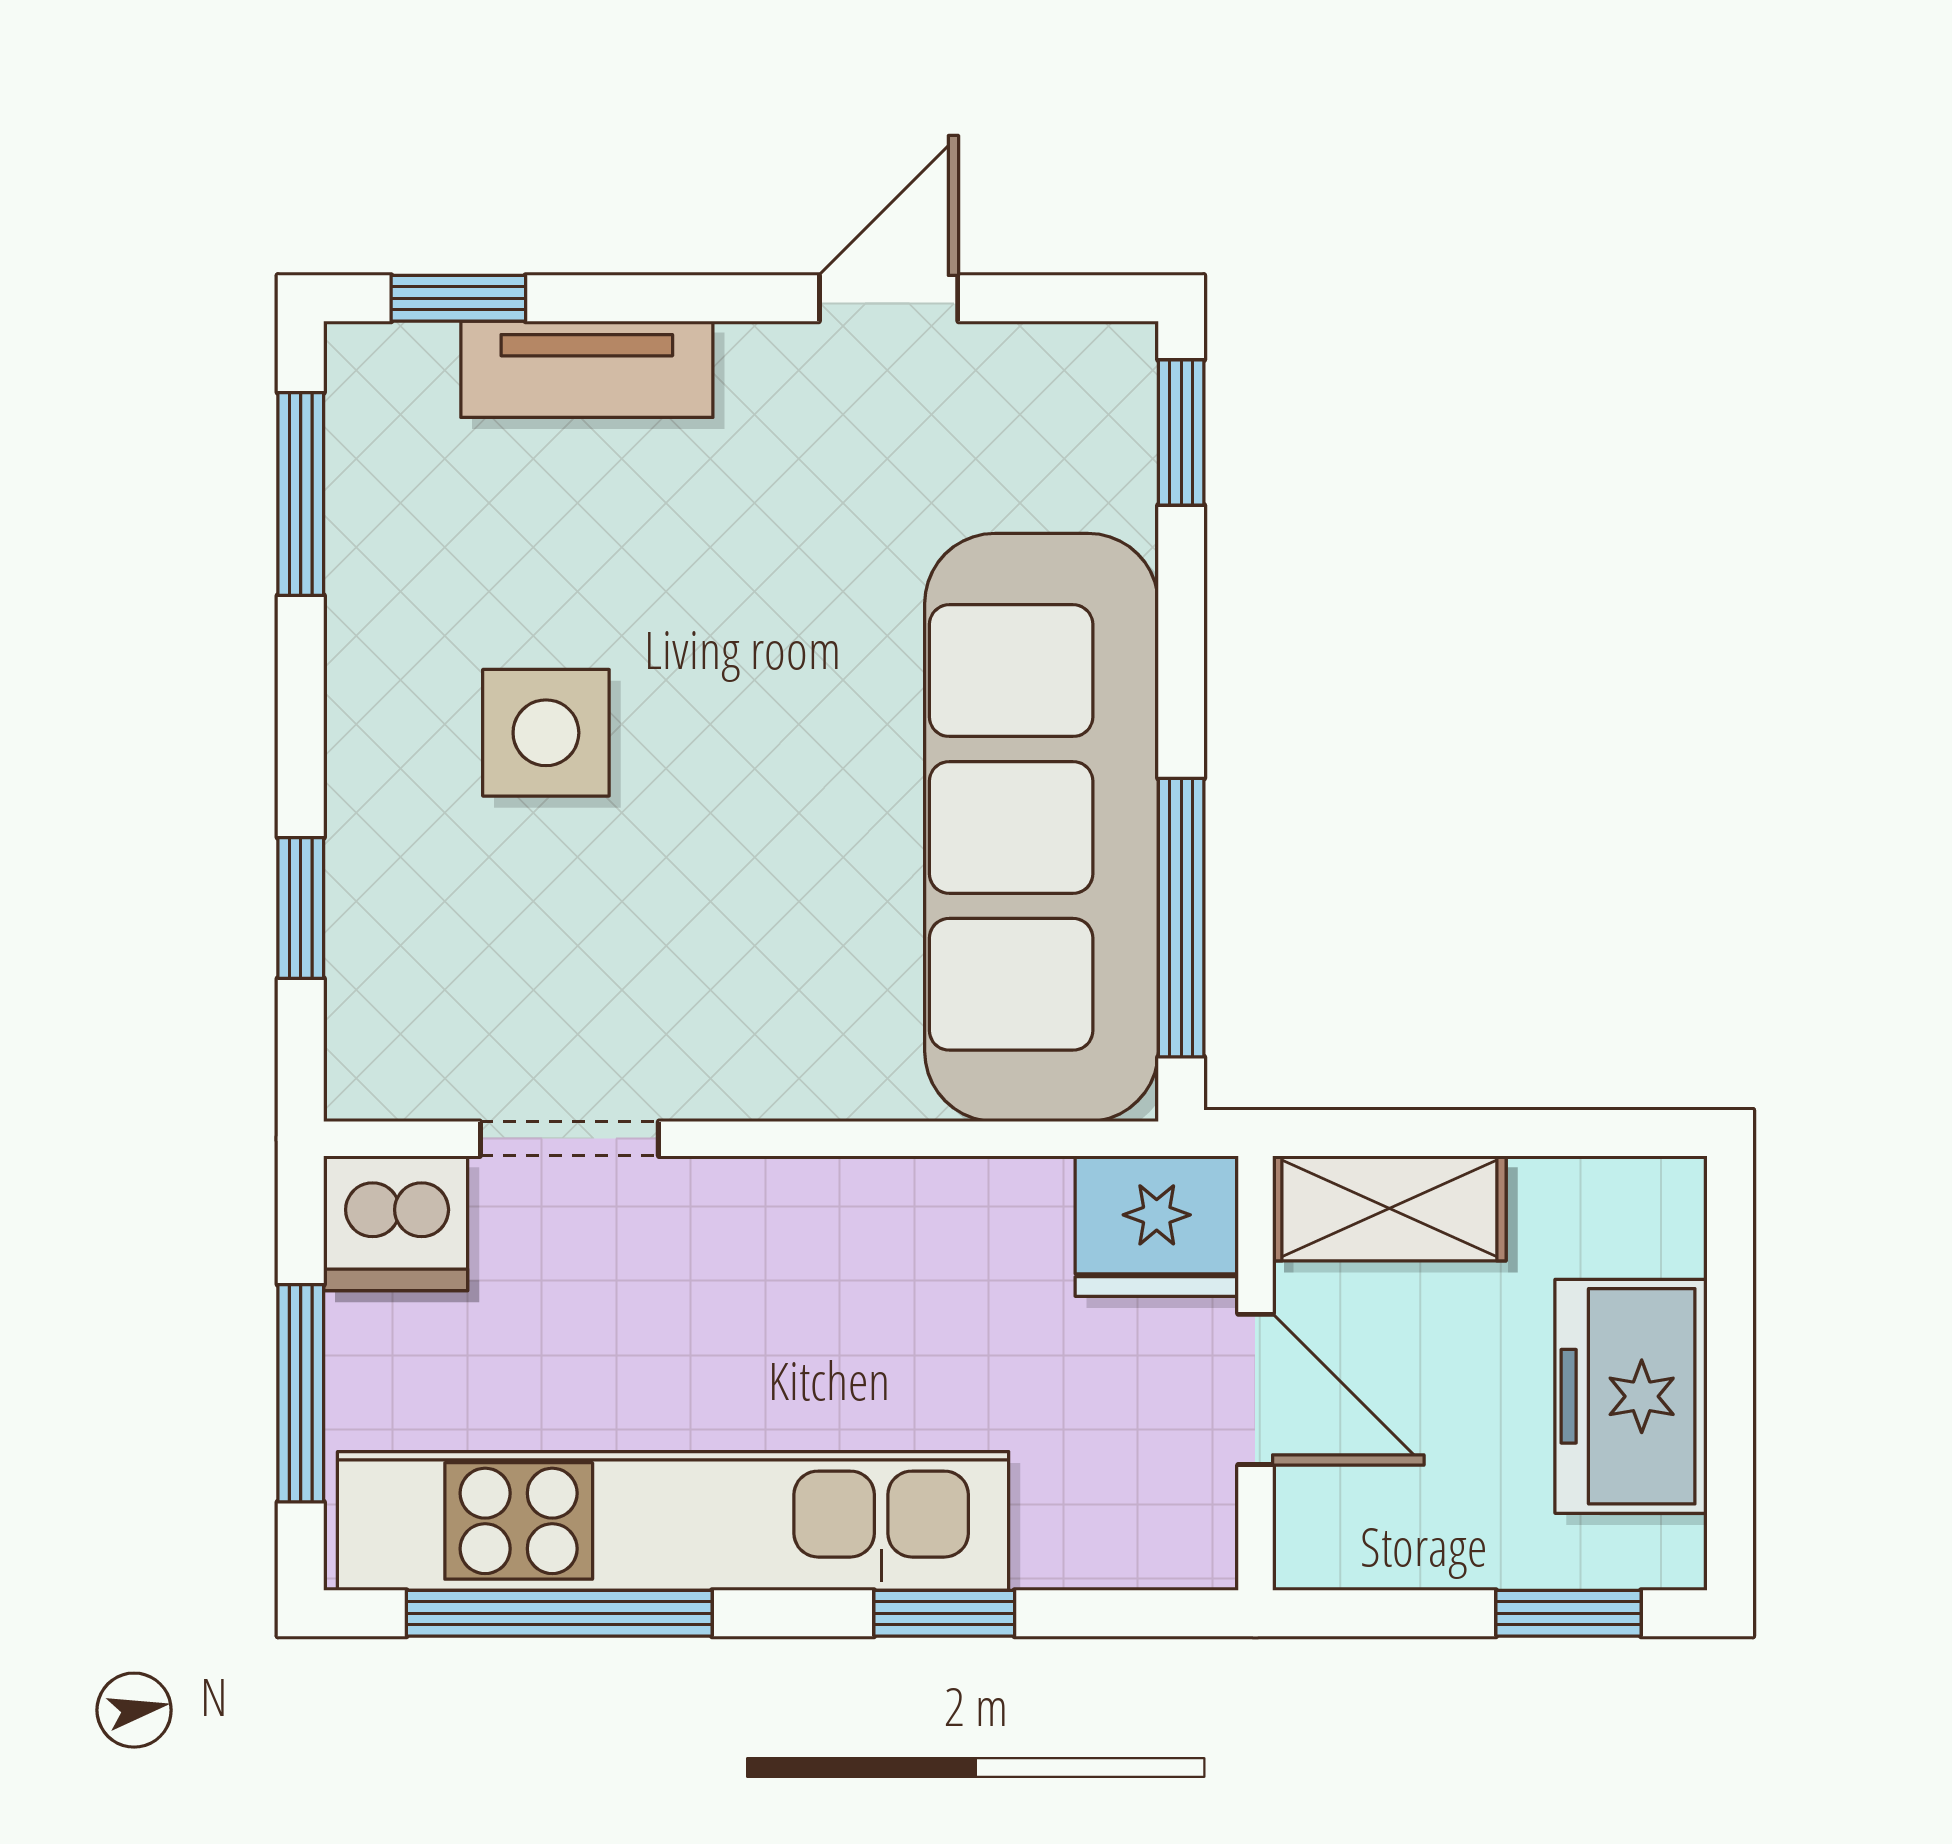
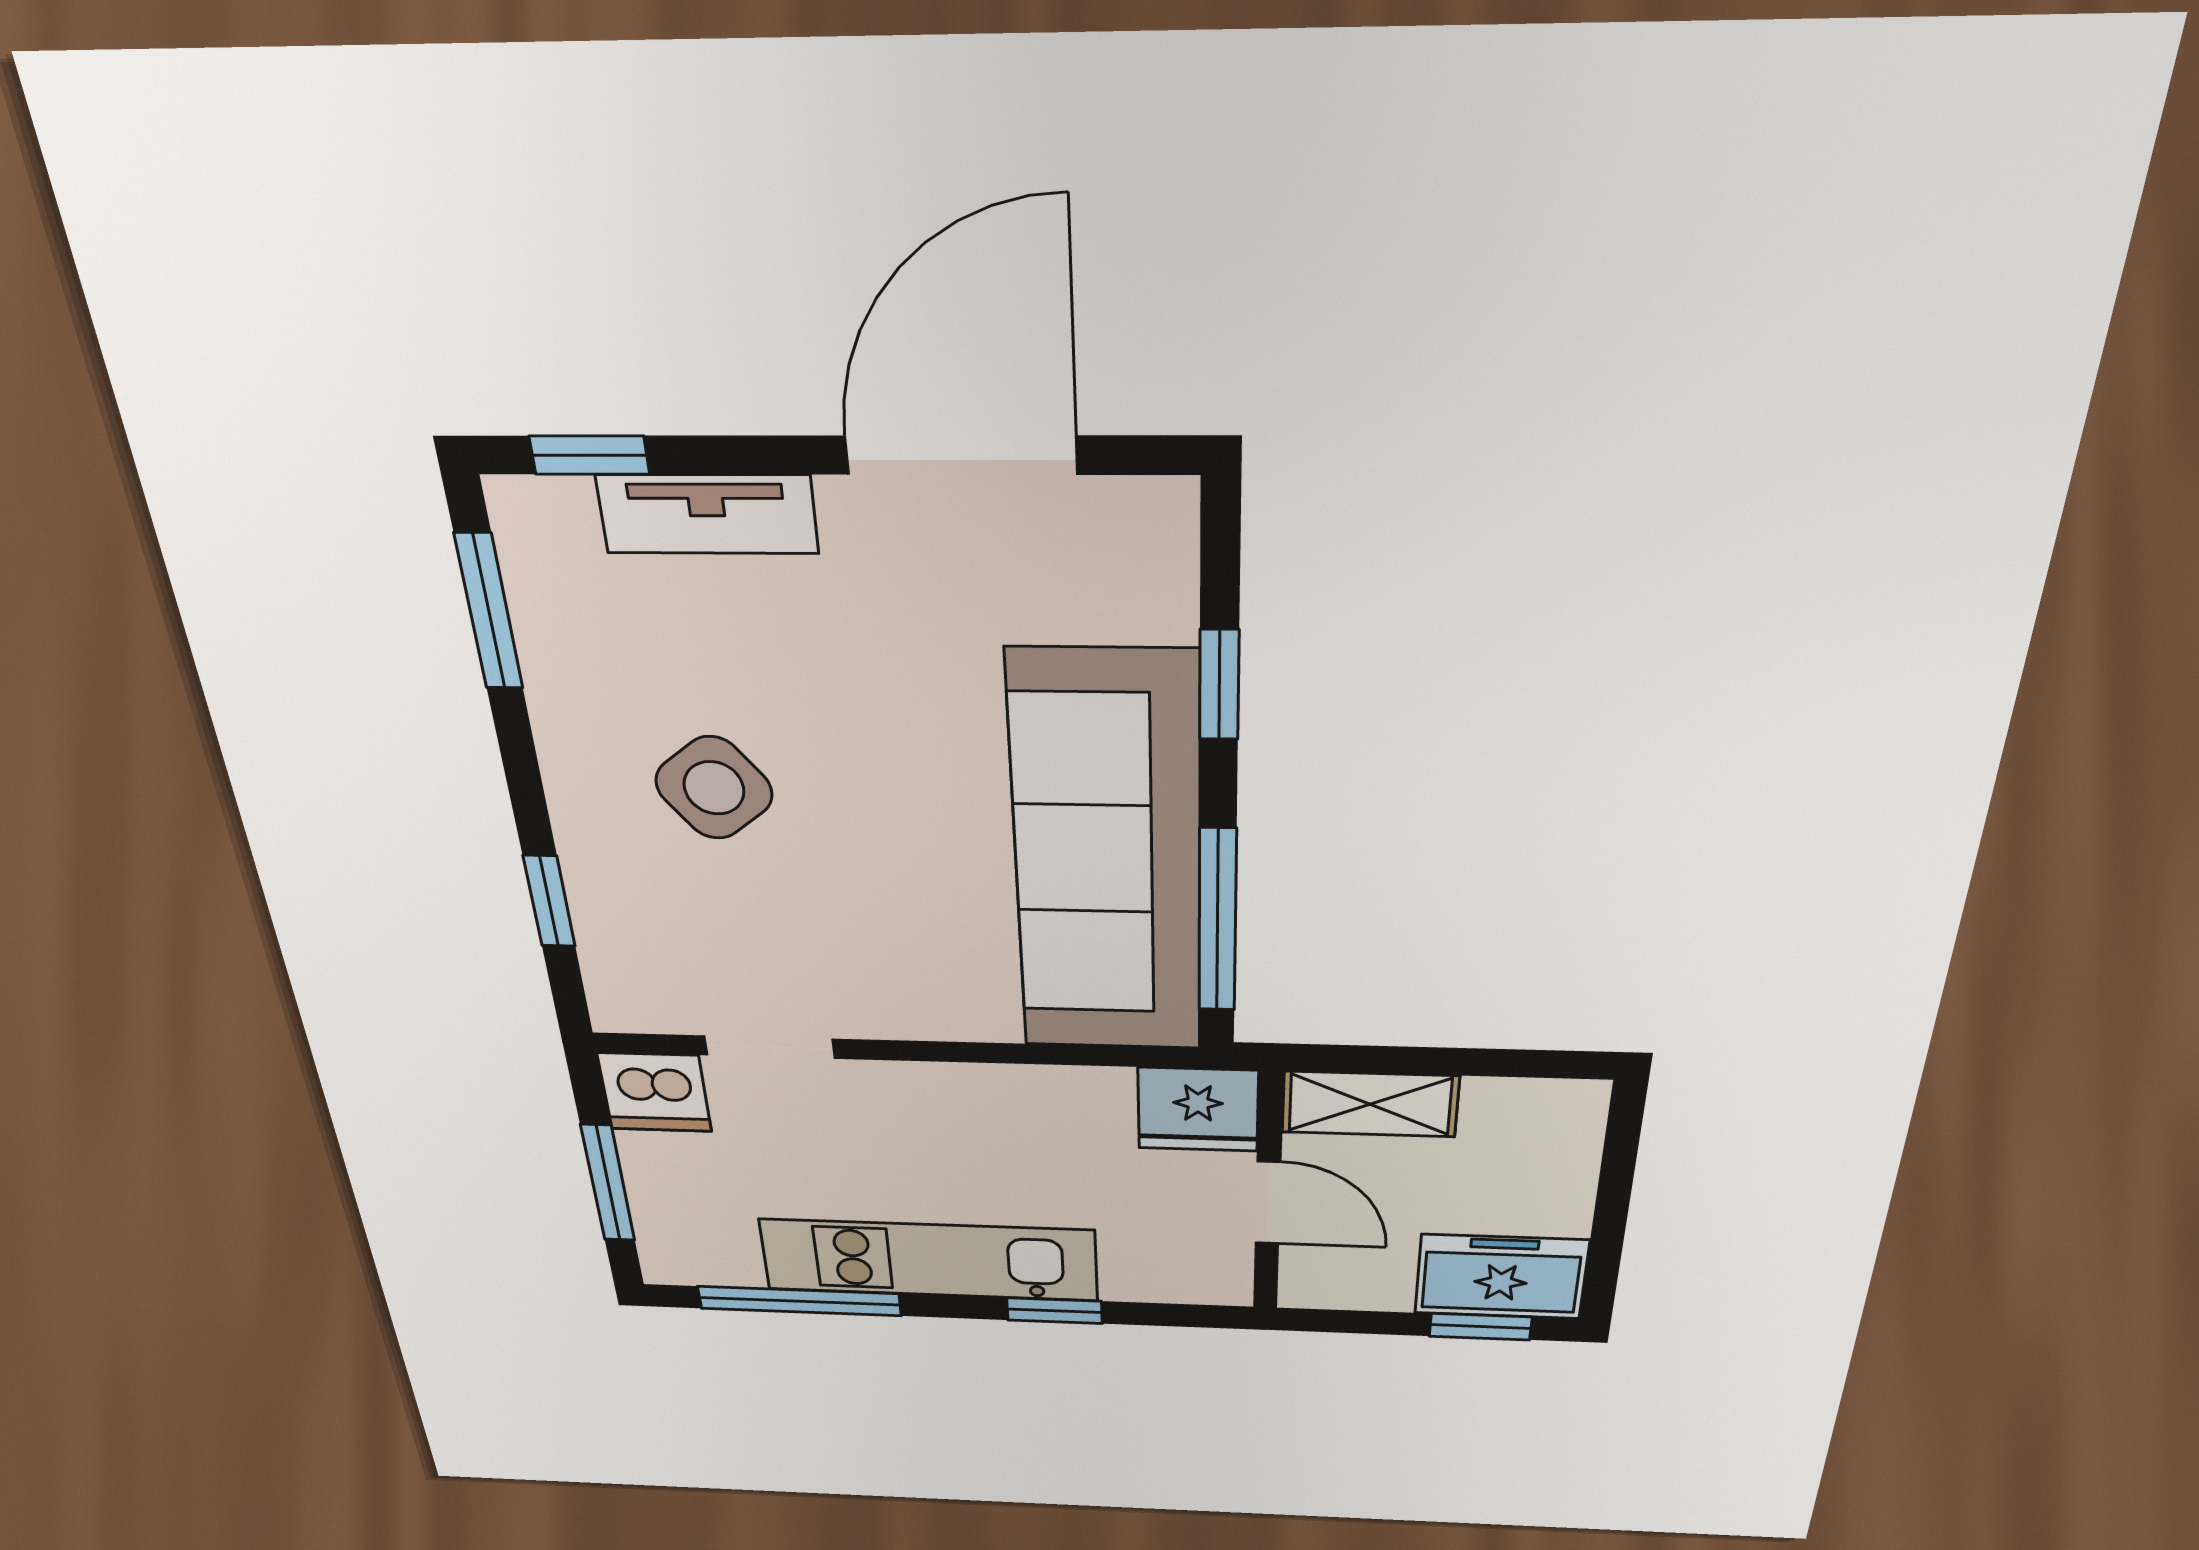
door: (889, 298) -> (961, 455), width x1.87
window: (1181, 433) -> (1219, 685), moved
side table: (546, 733) -> (714, 788), turned -38
freezer: (1631, 1396) -> (1501, 1277), moved, turned 90
kitchen unit: (673, 1521) -> (929, 1260), width x0.73

